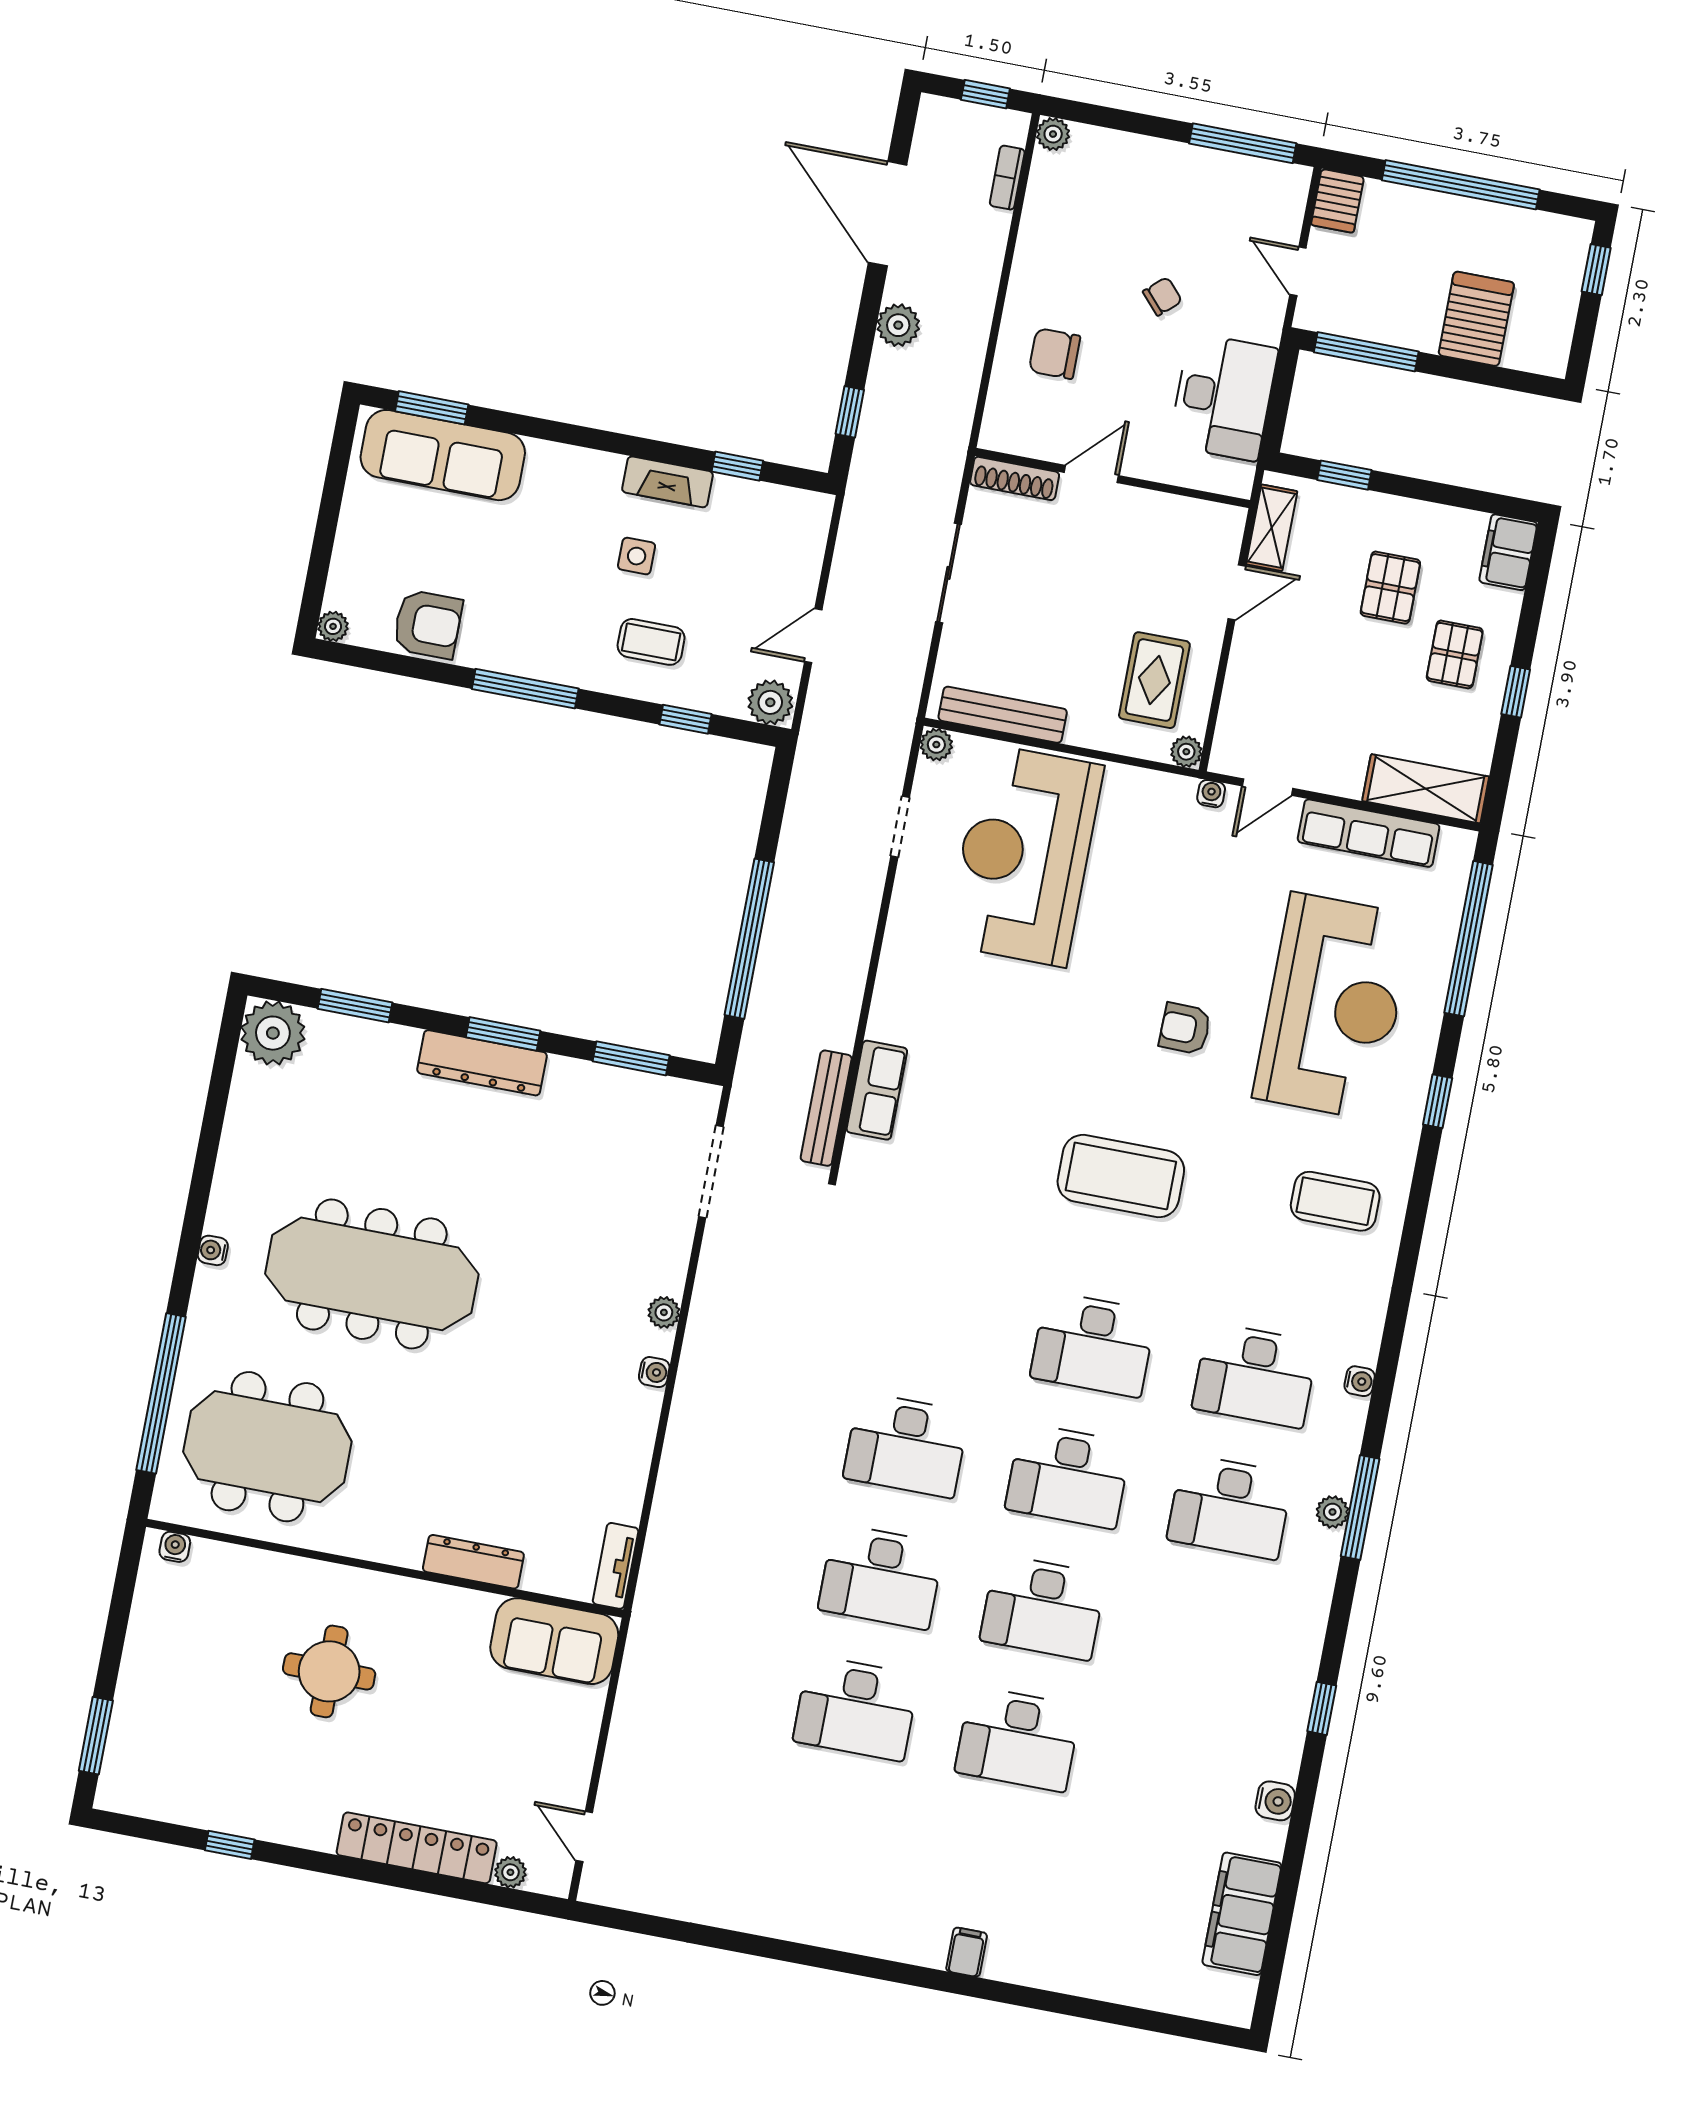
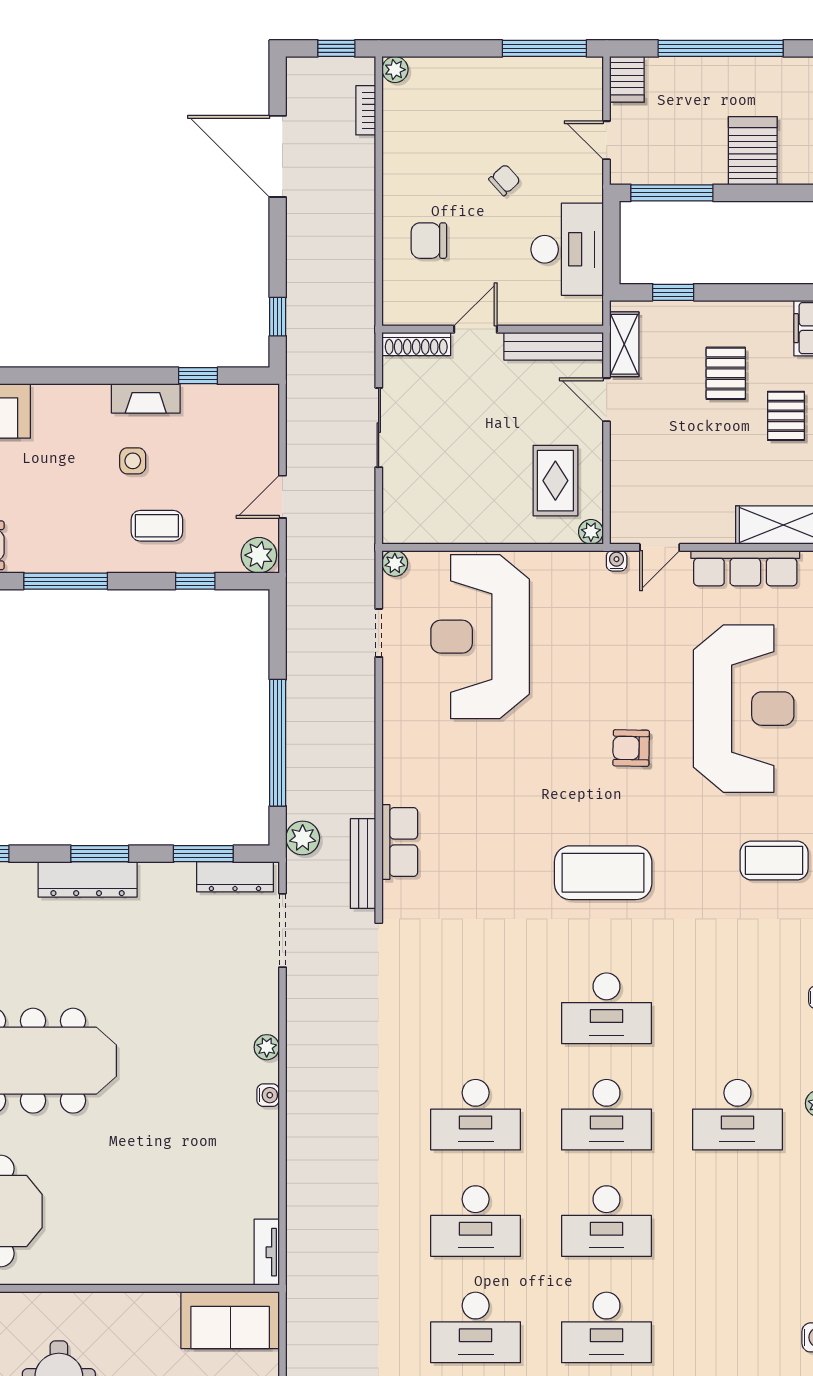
plant: (898, 325) -> (303, 838), moved
door: (1237, 592) -> (607, 400), swing flipped
bench: (1003, 715) -> (554, 346), moved
desk: (1255, 1375) -> (737, 1008), removed
dresser: (473, 1562) -> (235, 877), moved, turned 180

